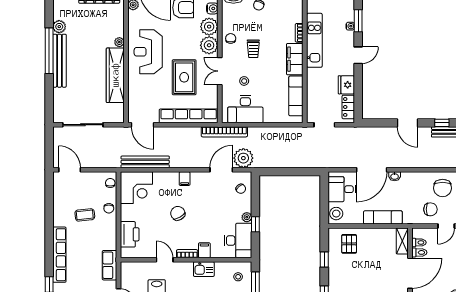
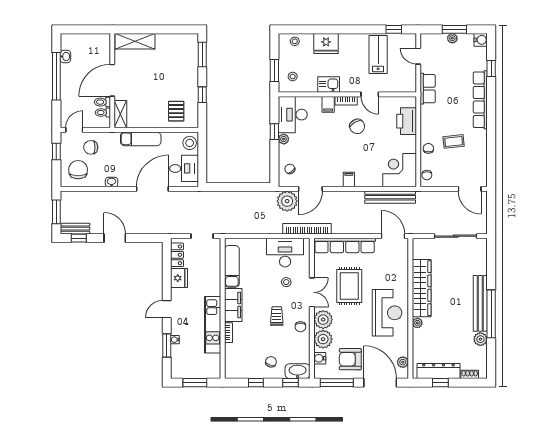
washbasin: (395, 176) -> (112, 182), moved
chair: (178, 213) -> (357, 126), moved

